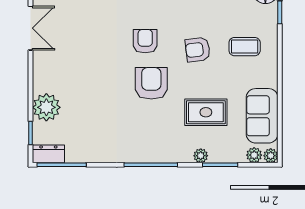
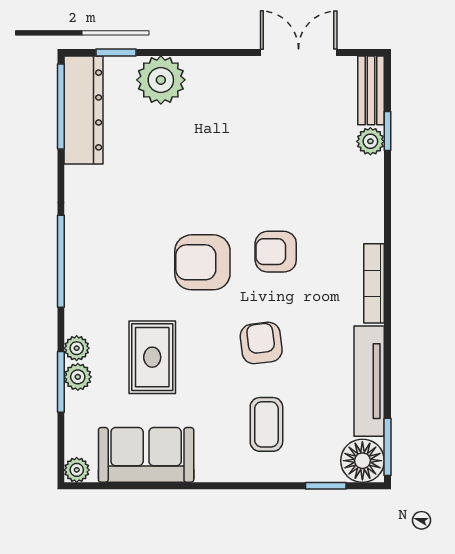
double door: (31, 28) -> (299, 52), swing flipped
armchair: (145, 41) -> (276, 252), turned 180
armchair: (151, 83) -> (202, 262), turned 180
dresser: (48, 154) -> (84, 110), width x1.96, depth x1.24
plant: (254, 155) -> (78, 377), moved

